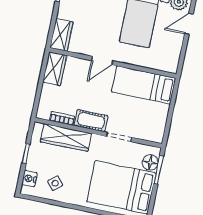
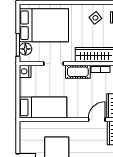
door: (102, 61) -> (97, 120), moved
nightstand: (157, 135) -> (25, 71), added

